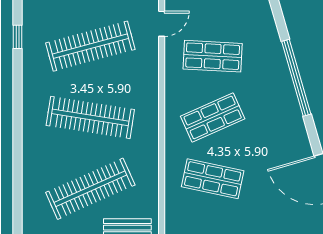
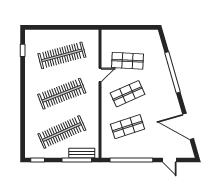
door: (162, 24) -> (100, 75), moved
clothes rail: (90, 117) -> (62, 94), turned -30
shop shelf: (213, 179) -> (128, 127), turned -30

